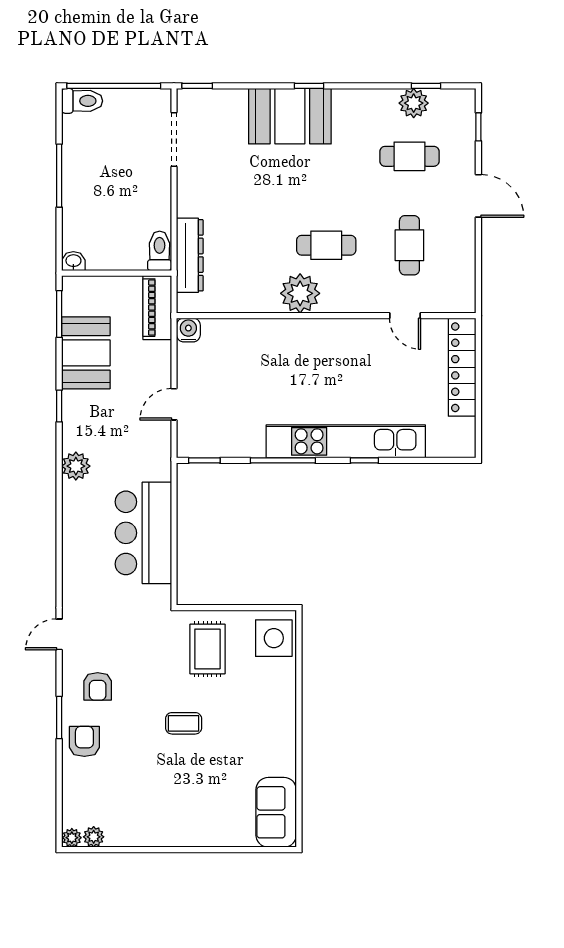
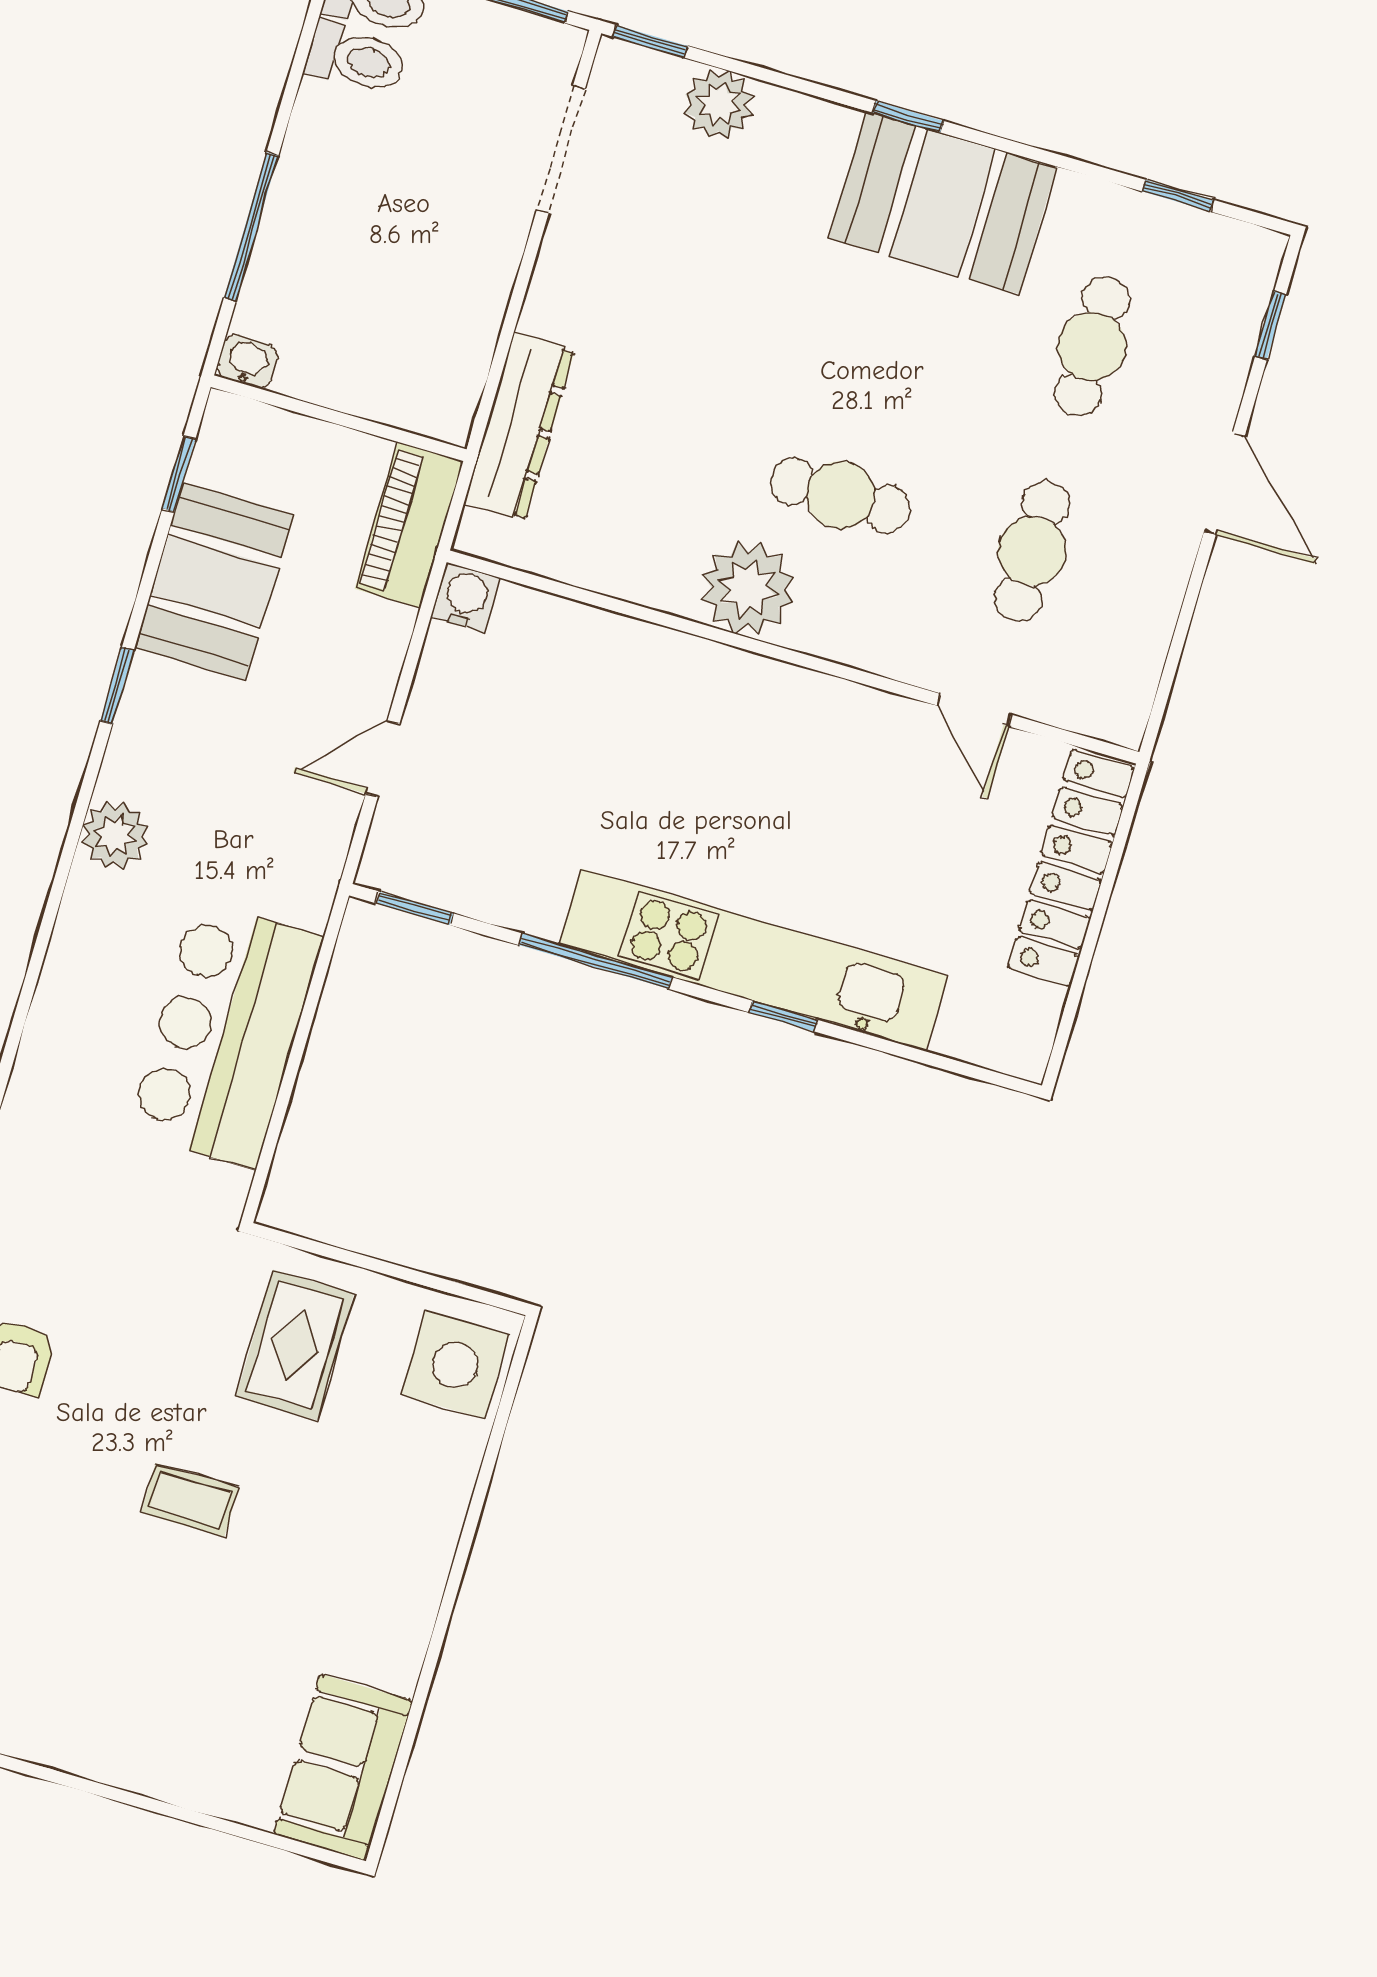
plant: (414, 103) -> (719, 104), moved
booth: (290, 116) -> (943, 202), moved
cafe table: (409, 156) -> (1092, 346), turned 90
window: (59, 176) -> (251, 227), moved
toilet: (160, 251) -> (356, 59), moved, turned 90
window: (59, 314) -> (179, 474), width x0.67

